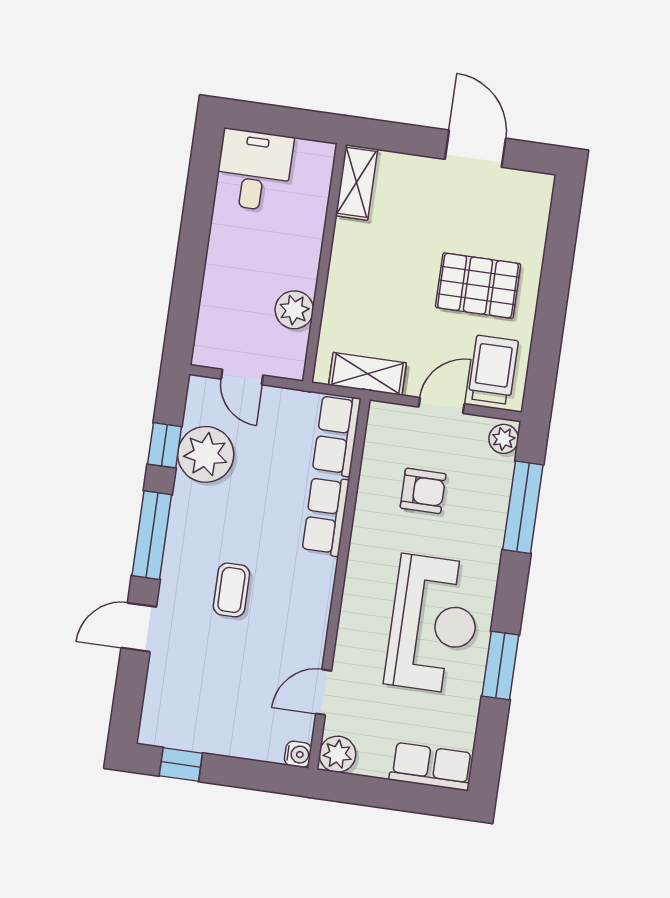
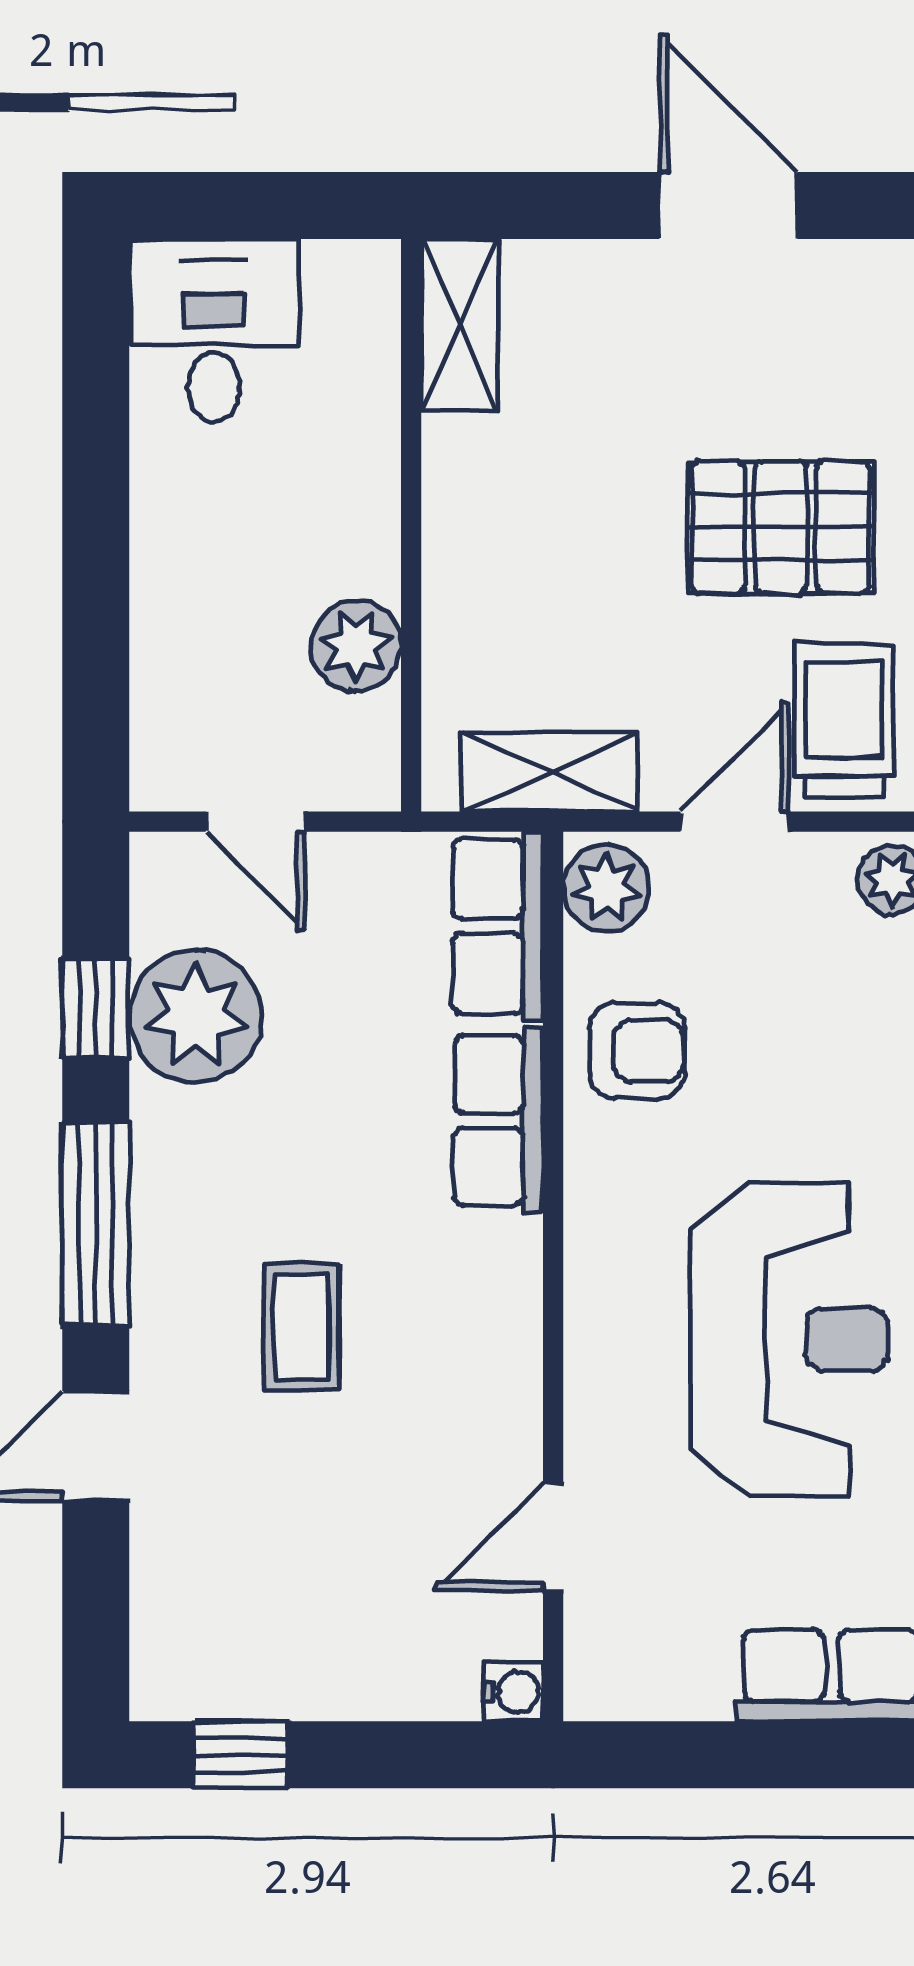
armchair: (423, 491) -> (637, 1051), moved
plant: (337, 754) -> (606, 888), moved

